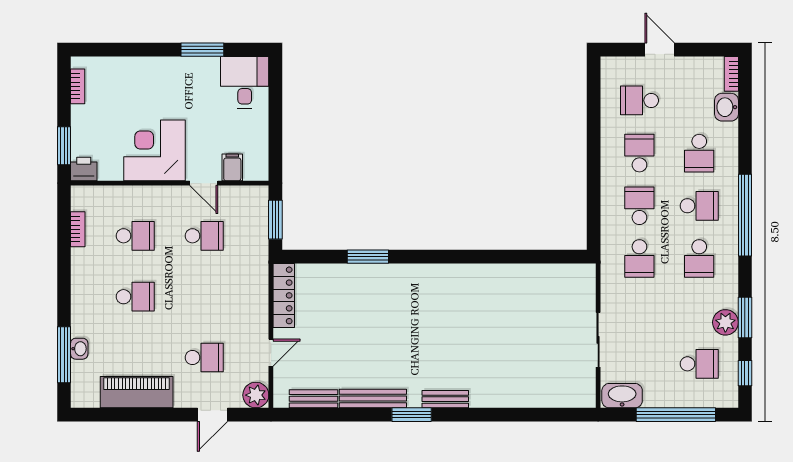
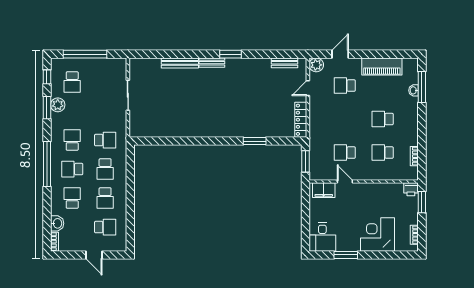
corner desk: (155, 150) -> (377, 234), moved, turned 180
filing cabinet: (232, 167) -> (324, 190), width x2.00
school desk: (639, 258) -> (105, 140), turned 90
school desk: (699, 364) -> (72, 82), turned -90
washbasin: (622, 396) -> (115, 65), removed
bench: (373, 399) -> (180, 63), moved

